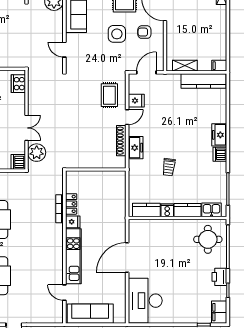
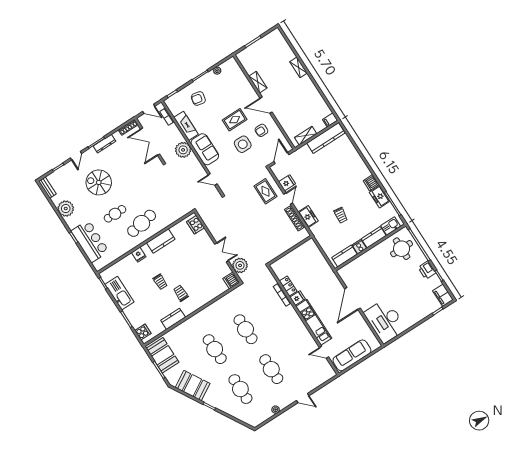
freezer: (219, 135) -> (380, 197), moved

